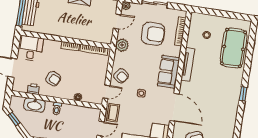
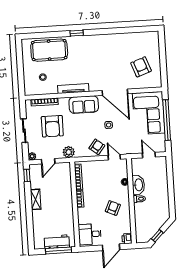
door: (117, 21) -> (48, 161), swing flipped
armchair: (153, 34) -> (52, 126), turned 180
printer: (33, 89) -> (127, 239), moved
window: (243, 94) -> (77, 33), moved
washbasin: (35, 105) -> (138, 185), moved
door: (174, 107) -> (115, 92), swing flipped
coffee table: (113, 113) -> (132, 147), removed

